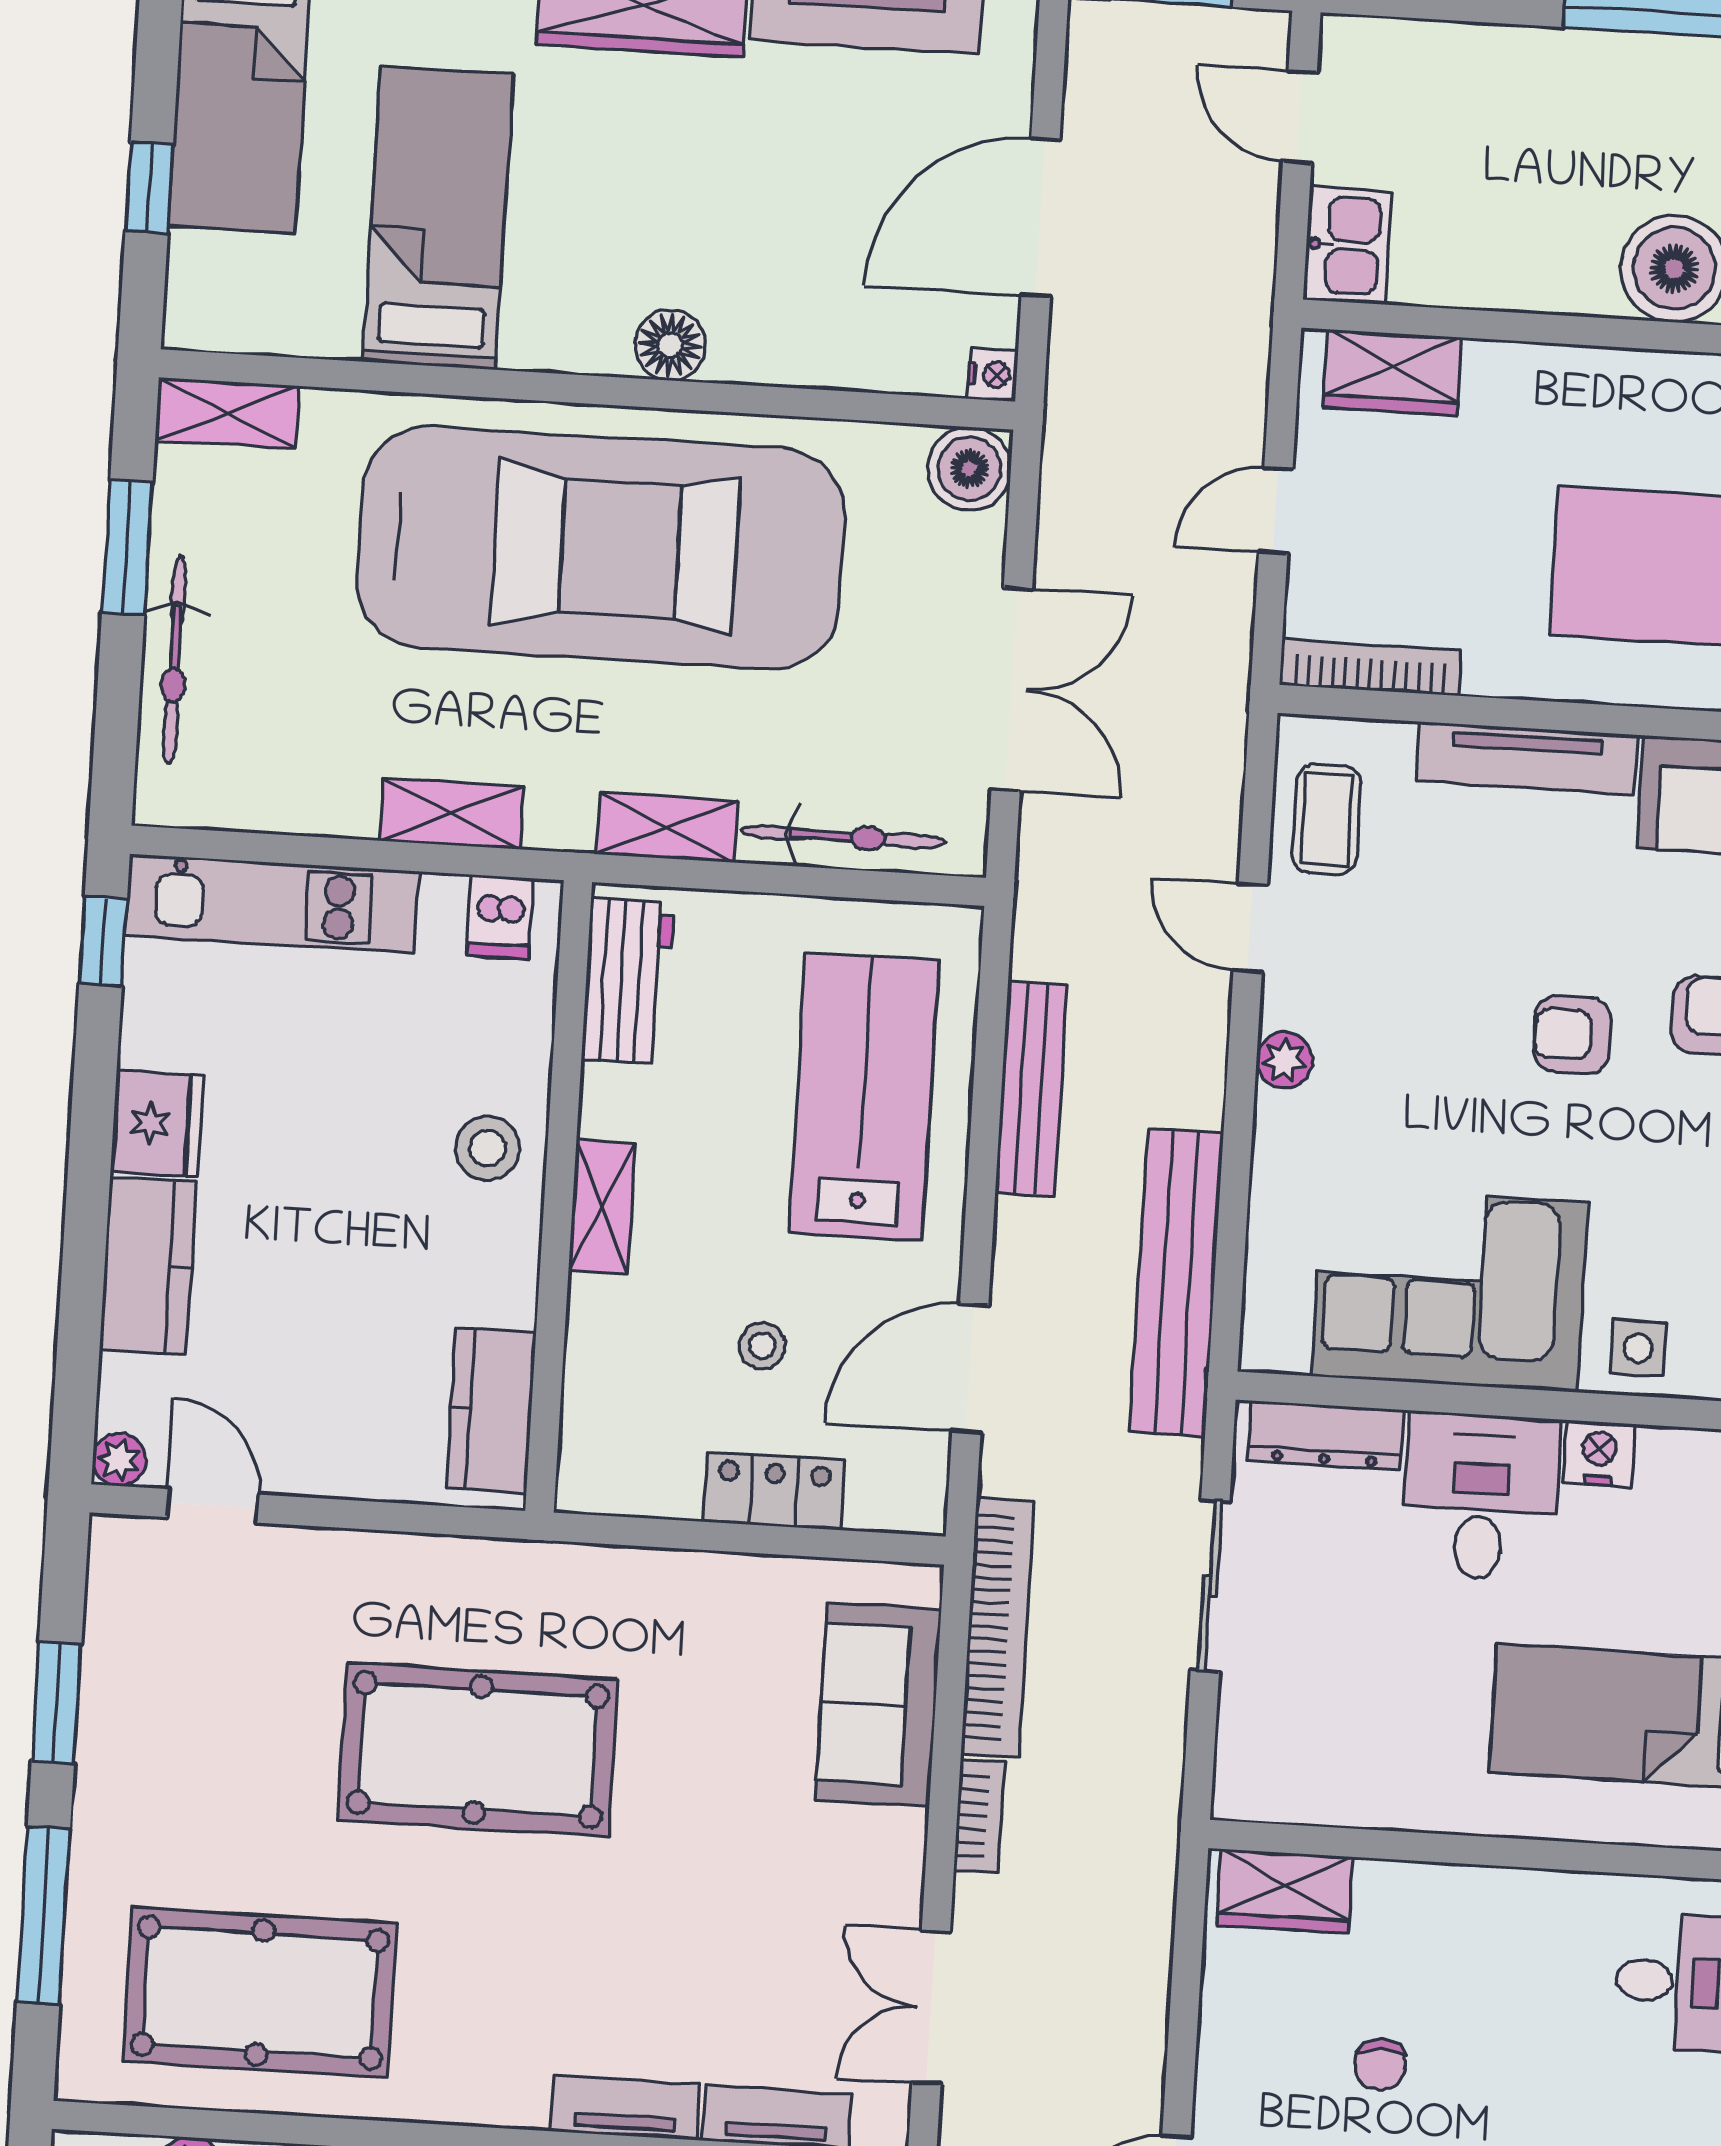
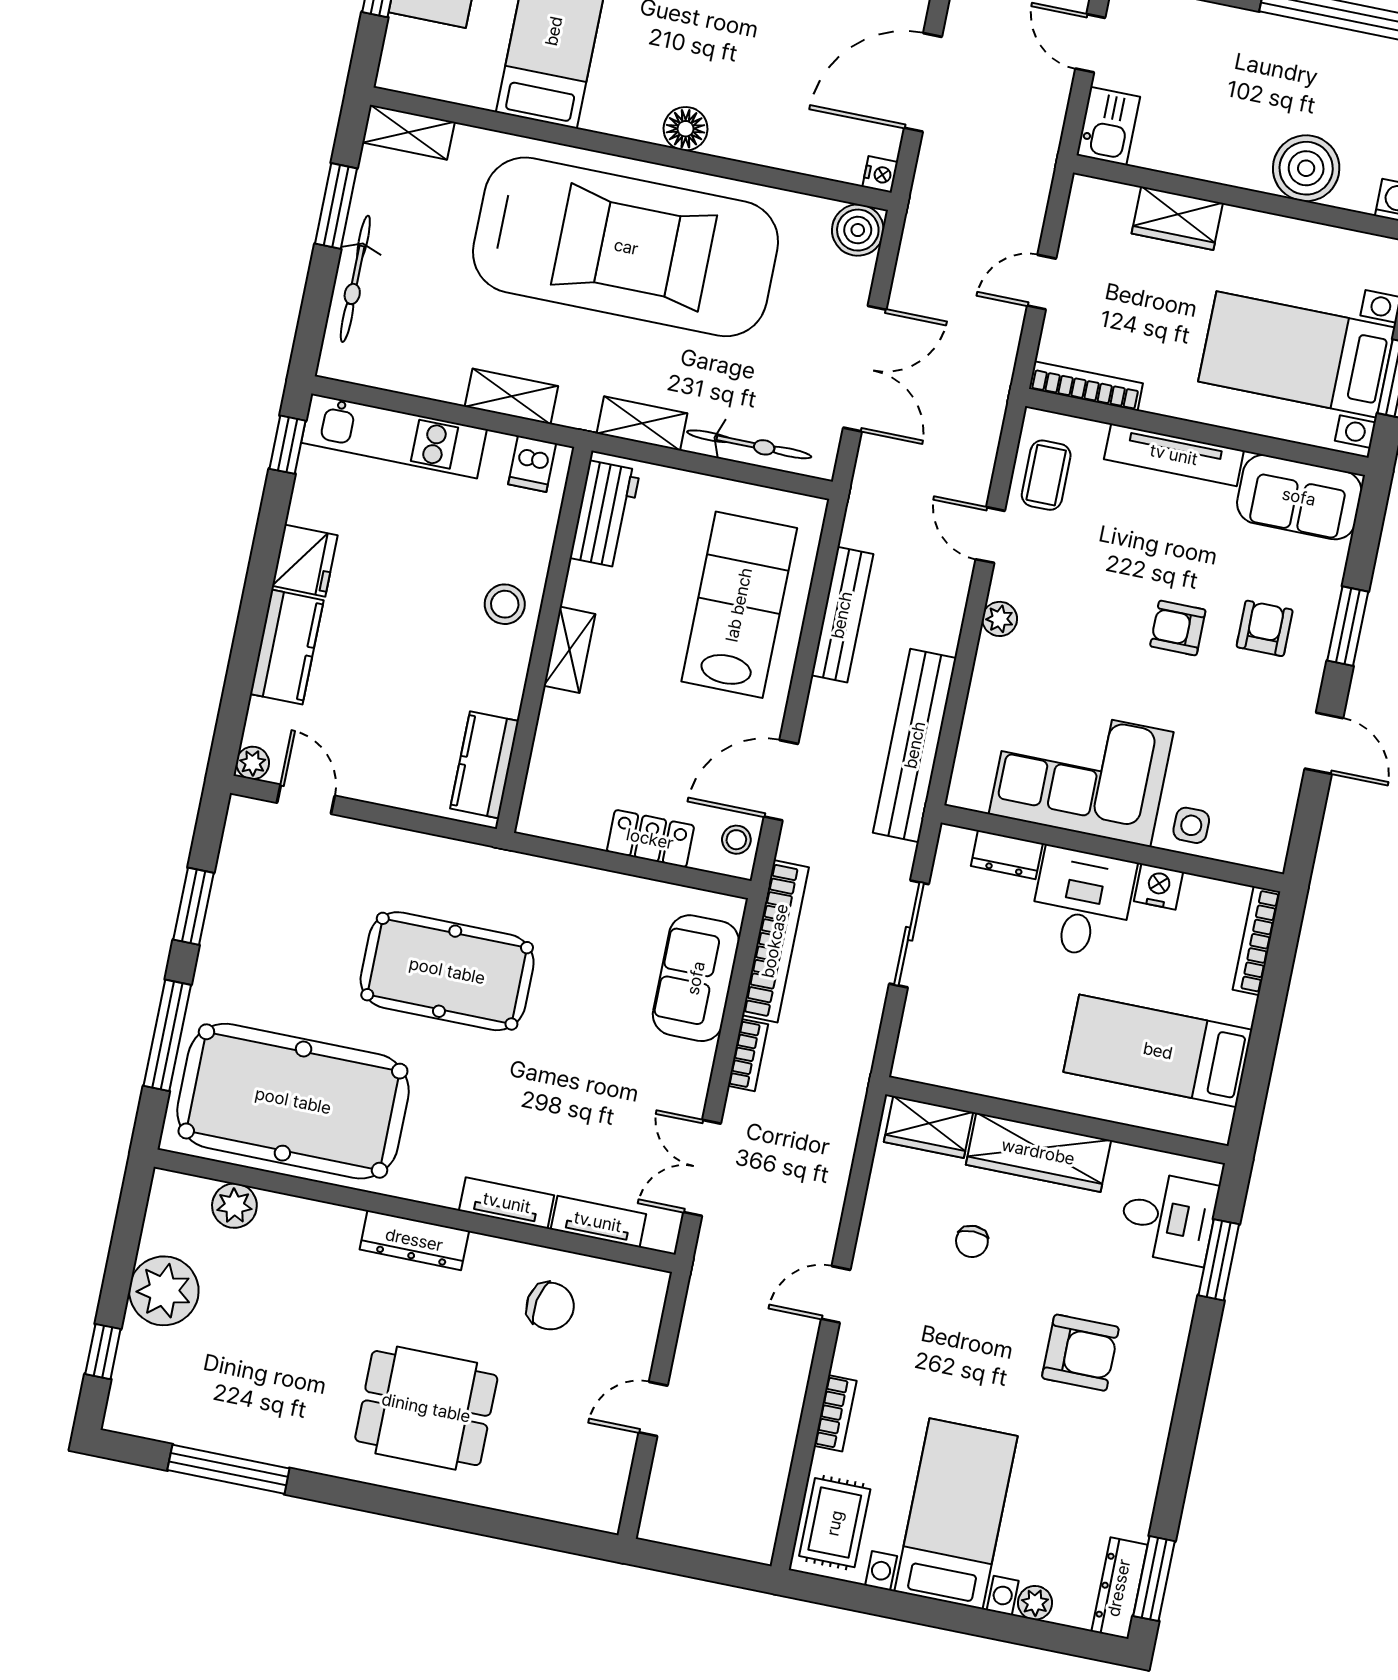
wardrobe: (1393, 372) -> (1177, 218), moved
stool: (762, 1346) -> (736, 840), moved
dresser: (1326, 1435) -> (1007, 855), width x0.70
wardrobe: (1467, 1907) -> (1038, 1152), added
pool table: (260, 1992) -> (293, 1101), width x1.36, depth x1.32

